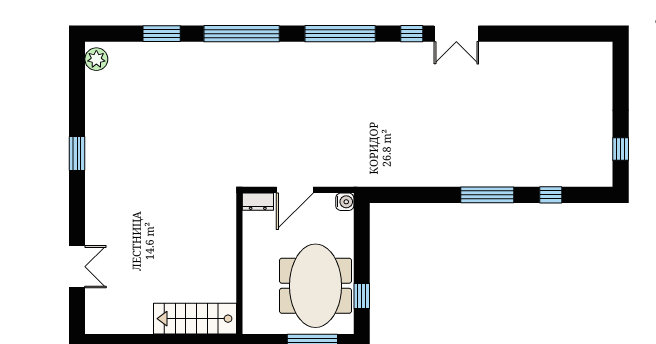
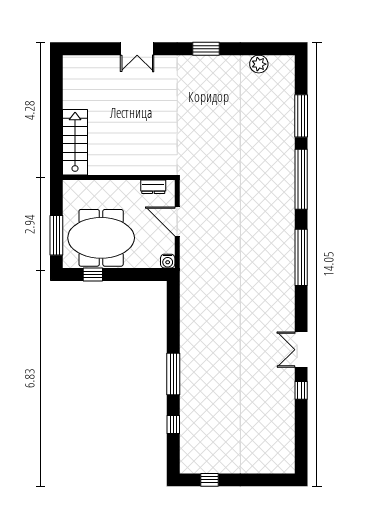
window: (162, 34) -> (301, 116), width x1.44
window: (412, 34) -> (301, 390), moved
plant: (96, 59) -> (259, 64), moved
dresser: (258, 202) -> (153, 187), moved, turned -90
double door: (77, 267) -> (137, 49), moved

